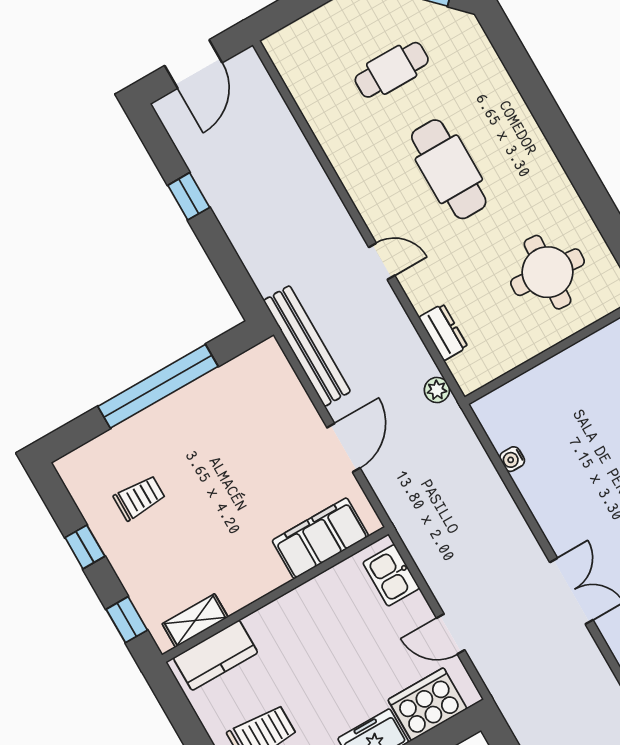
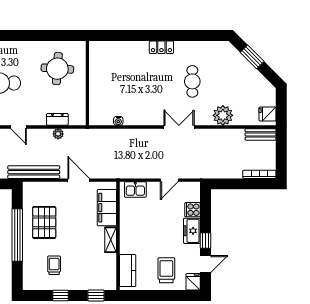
door: (382, 261) -> (19, 127), swing flipped
plant: (437, 390) -> (58, 134), moved
pallet: (216, 427) -> (44, 222), added
shelving: (195, 620) -> (111, 240), moved
cooker: (427, 704) -> (192, 210), width x0.53, depth x0.76

